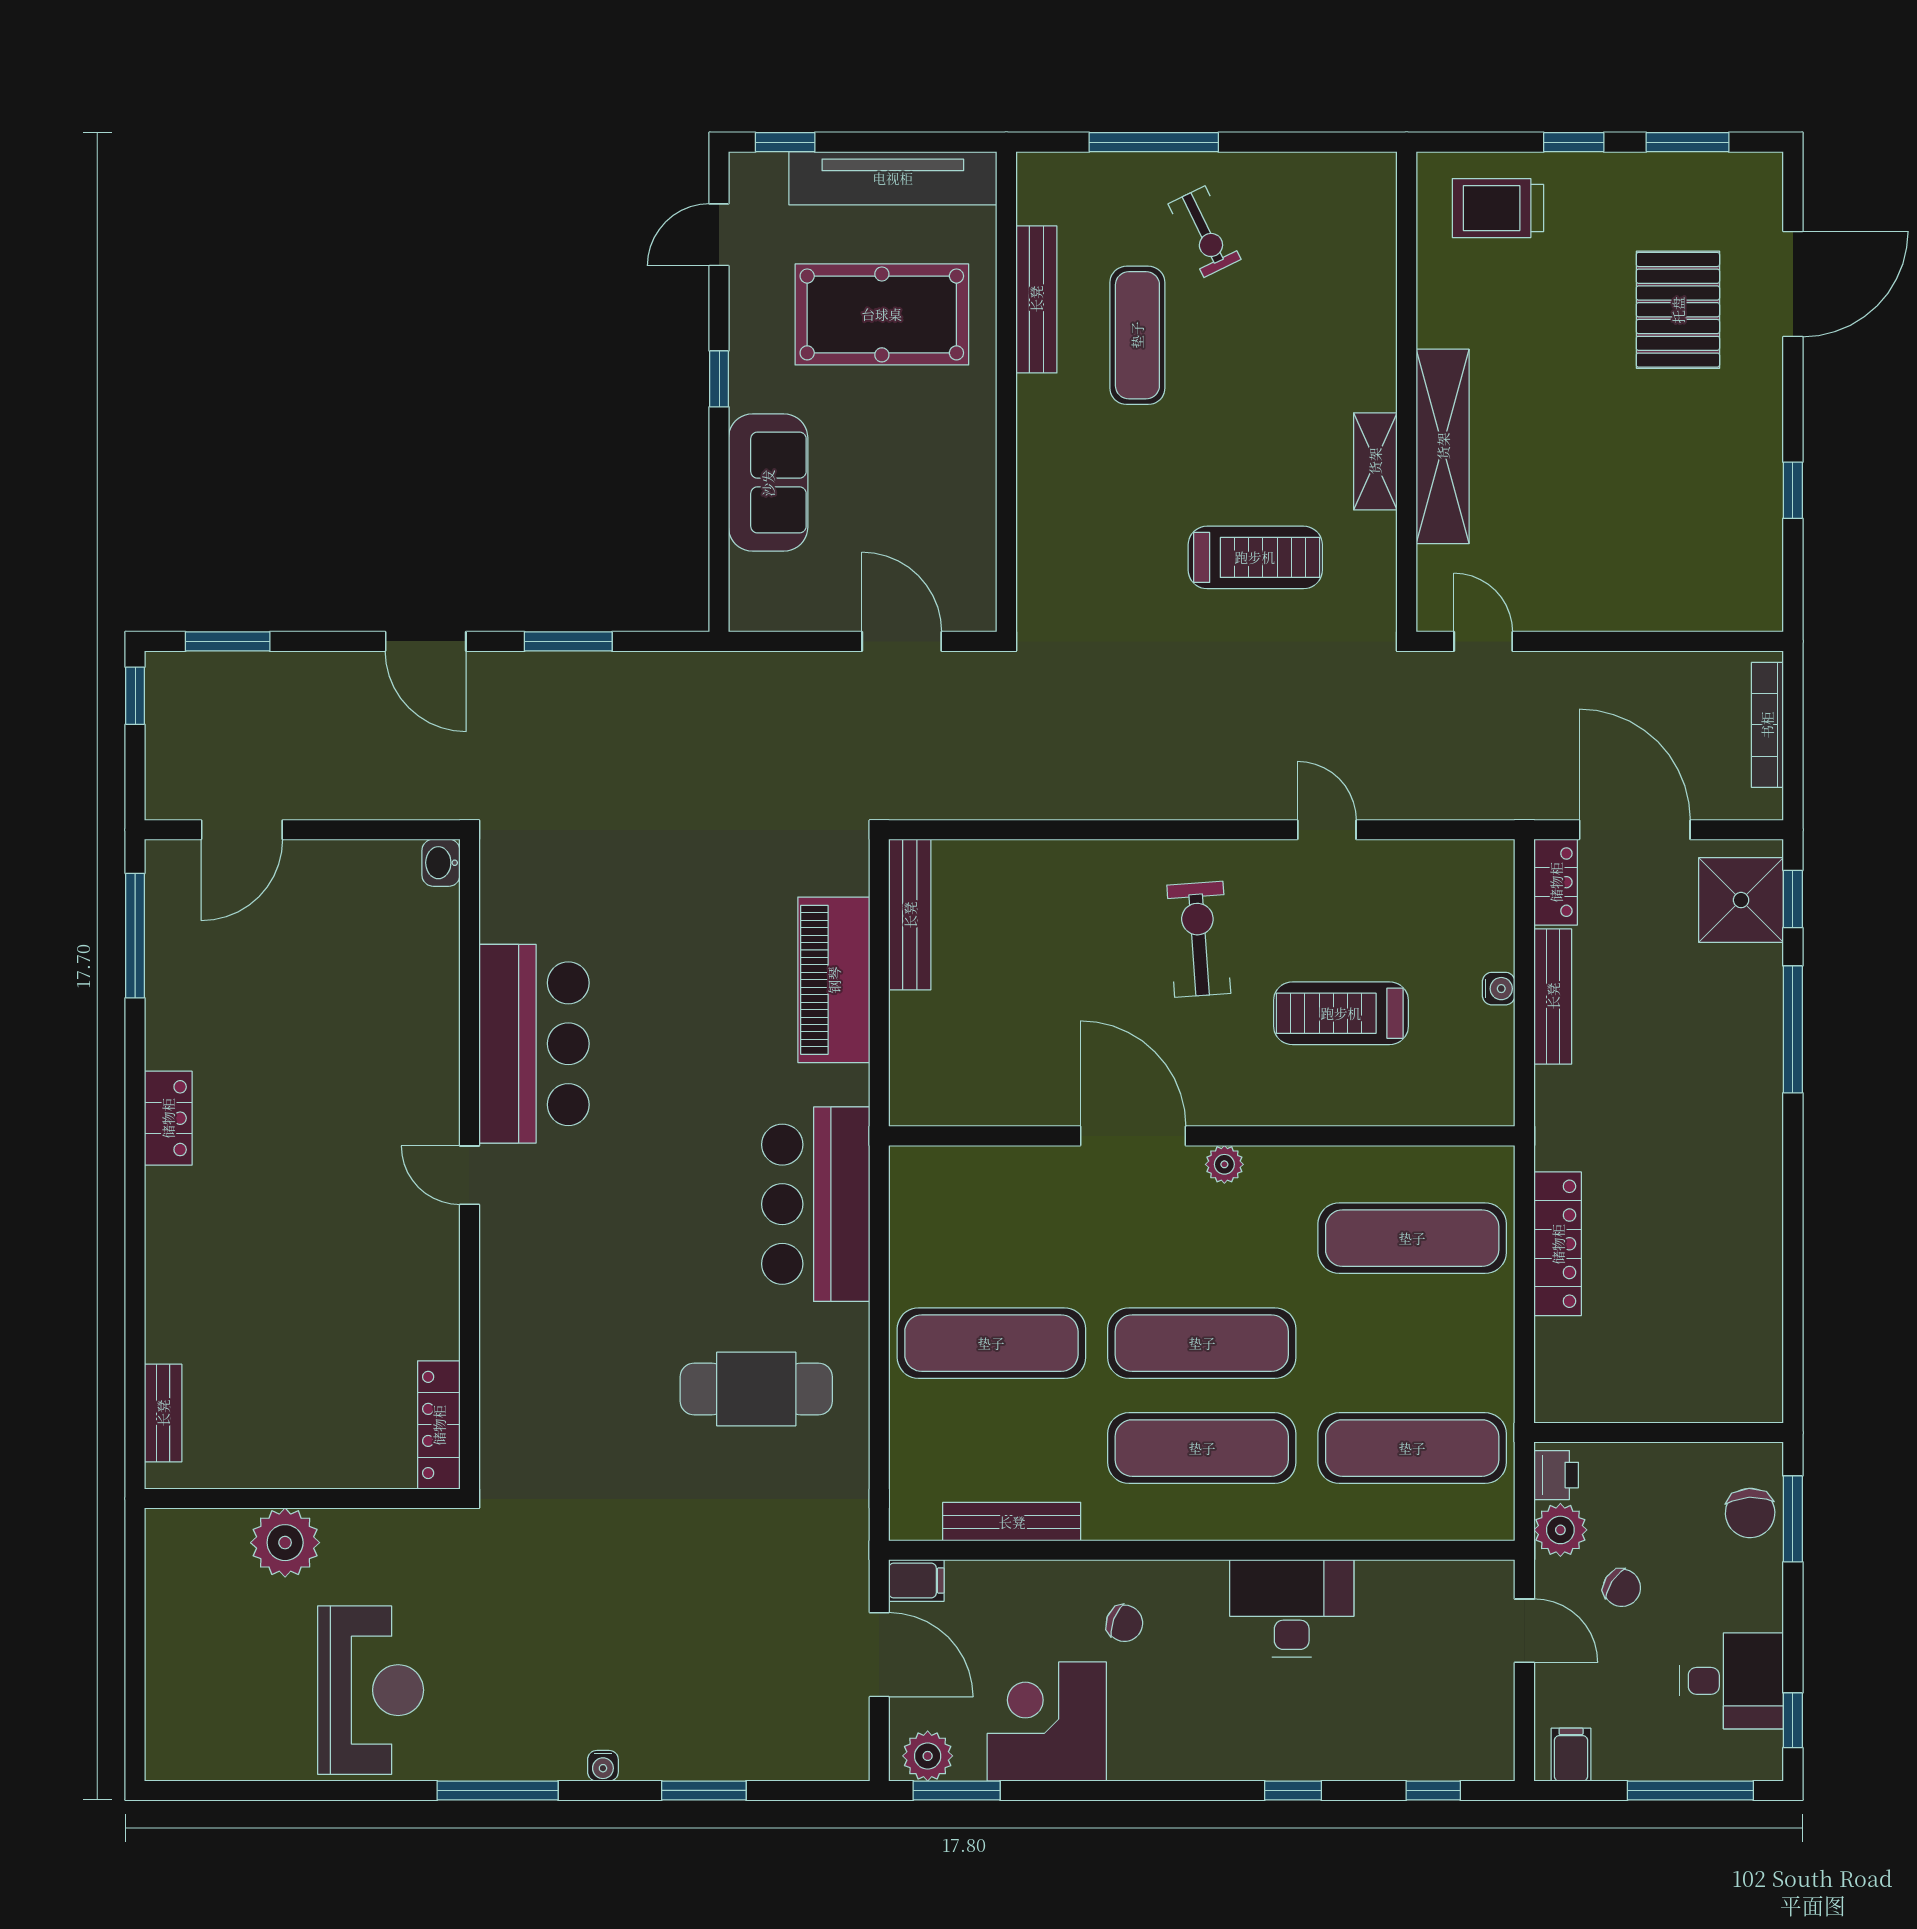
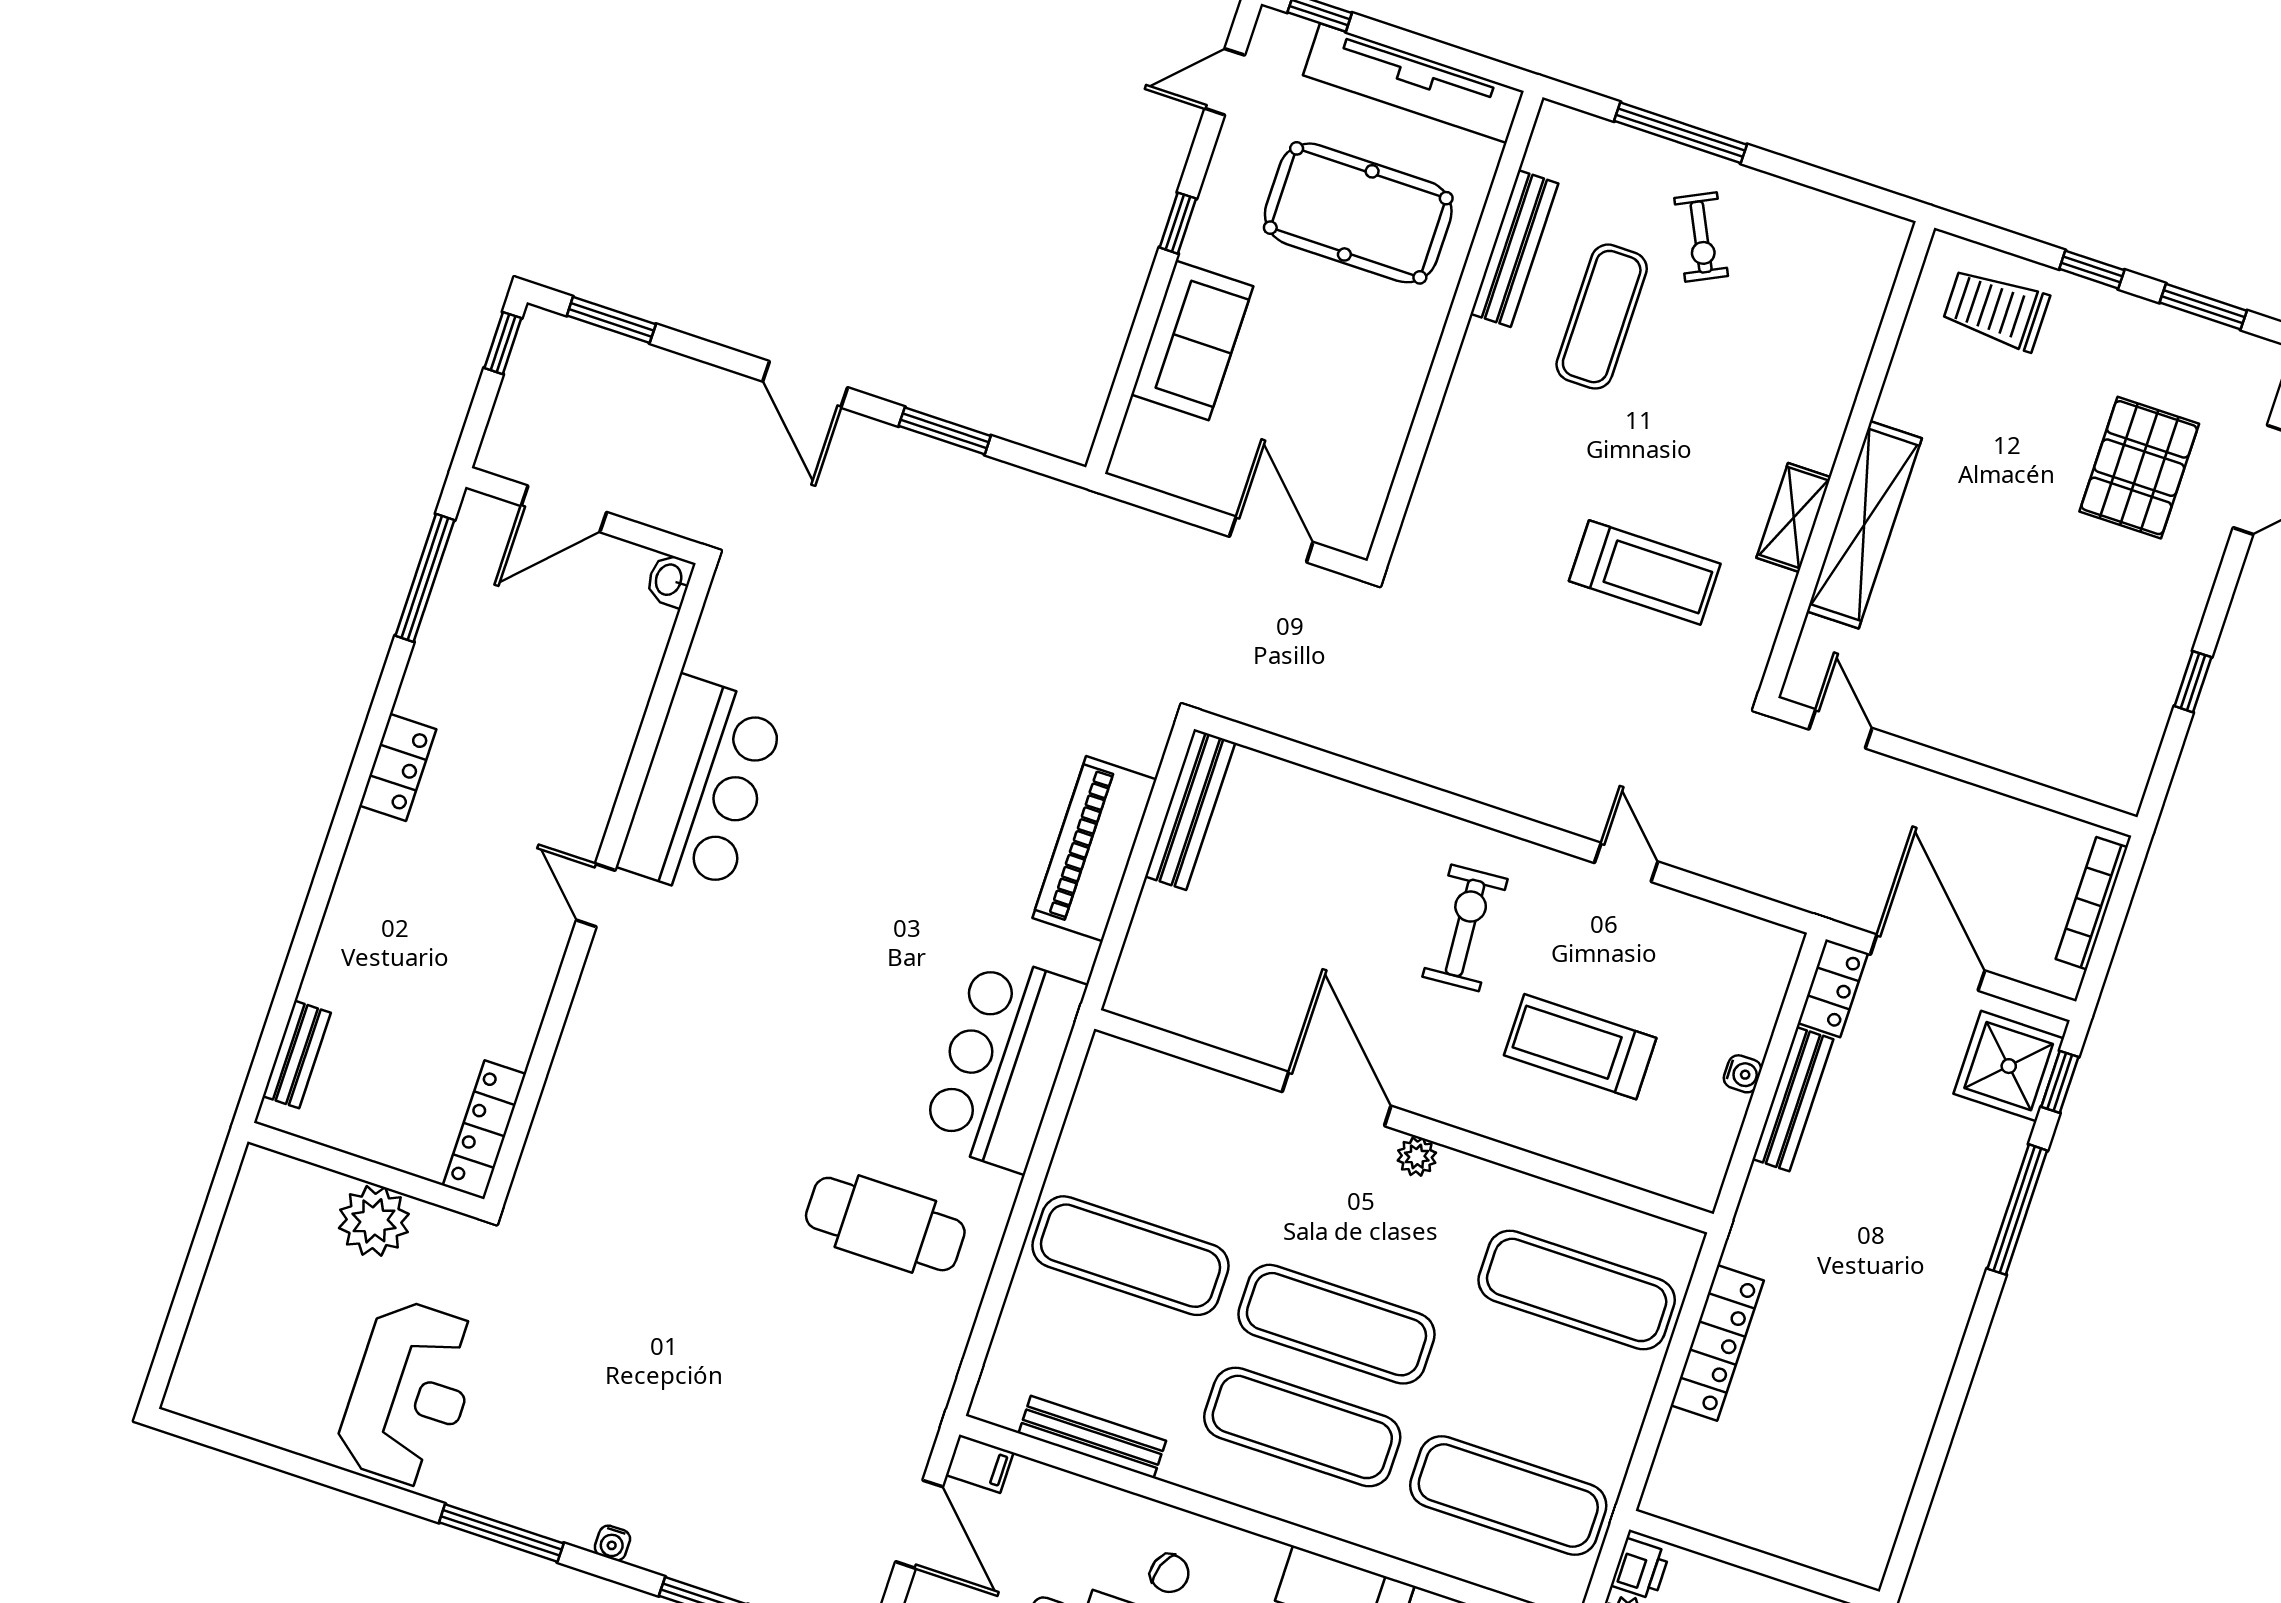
washbasin: (441, 863) -> (670, 580), moved
bar counter: (534, 1044) -> (702, 788), moved
wall: (469, 1164) -> (599, 884), moved
door: (469, 1175) -> (596, 895), moved
locker: (439, 1425) -> (484, 1130), moved

